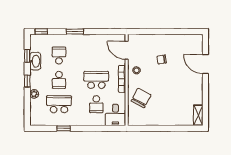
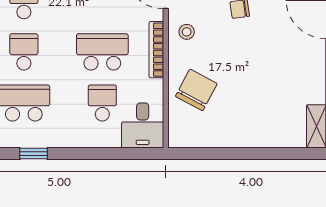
school desk: (59, 80) -> (24, 52), turned 180
school desk: (96, 104) -> (102, 103), turned 180

